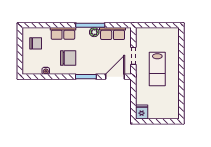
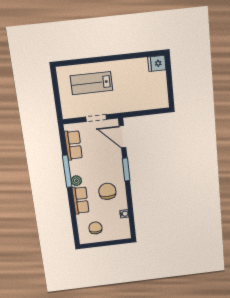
plant: (94, 32) -> (76, 181), moved
lab bench: (157, 69) -> (91, 83), moved, turned 180
fridge: (142, 112) -> (157, 63), moved

